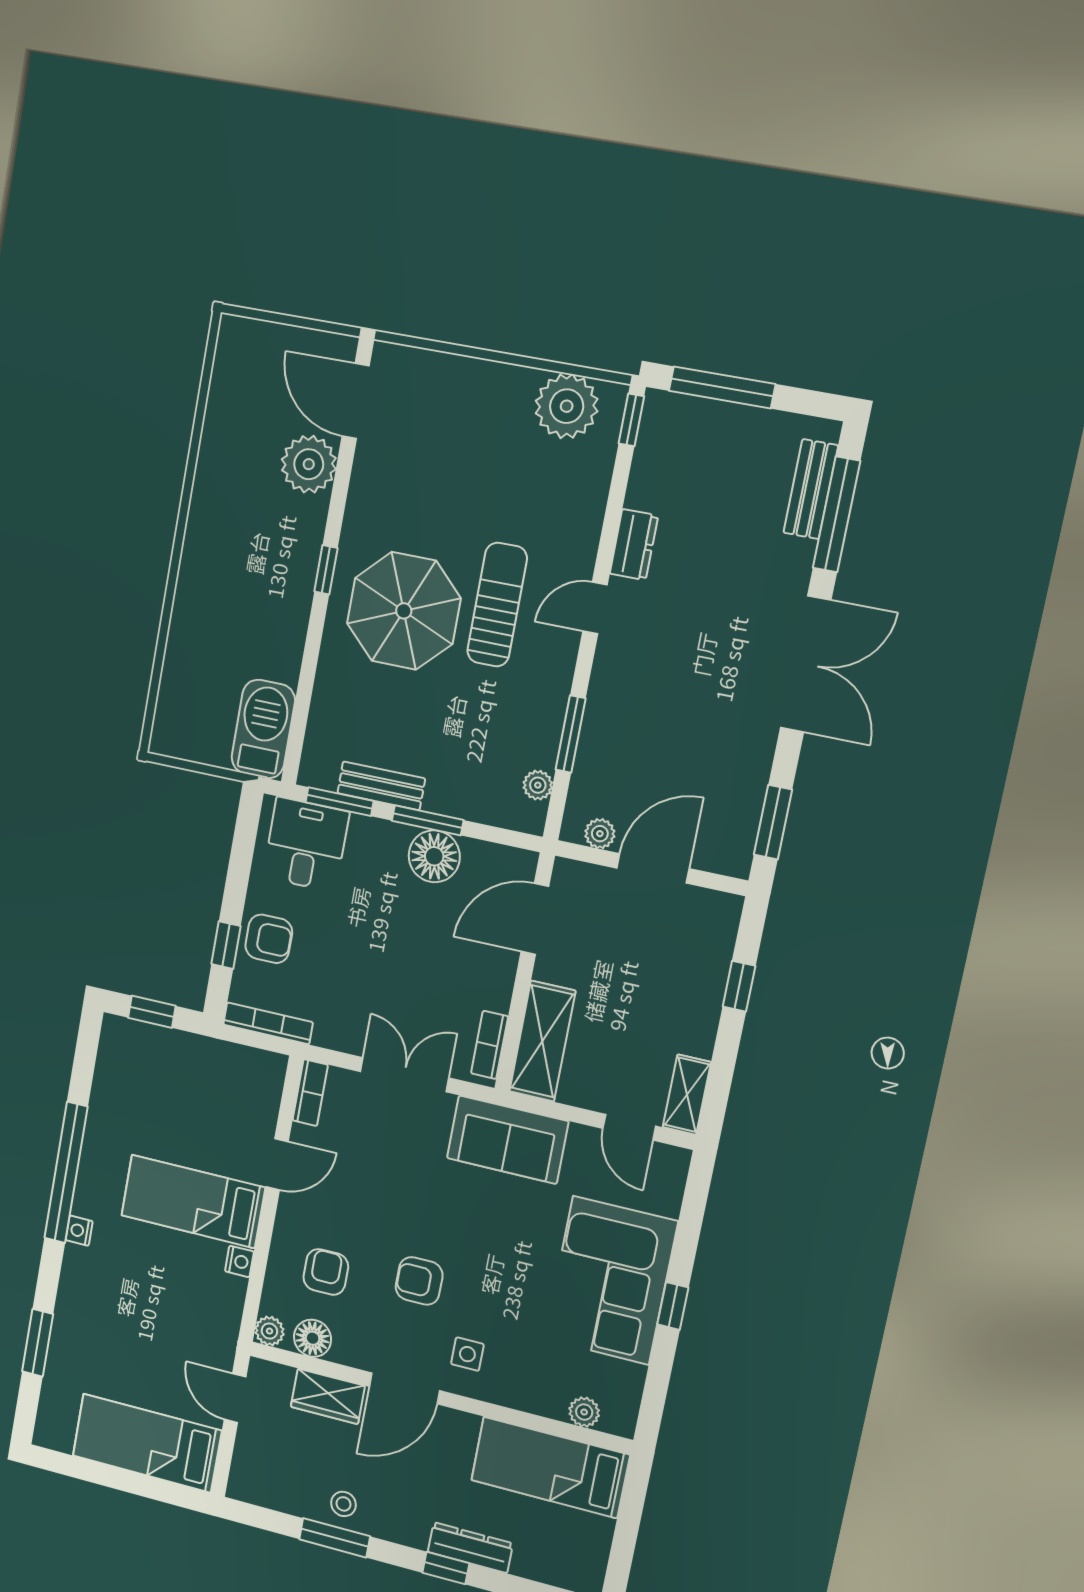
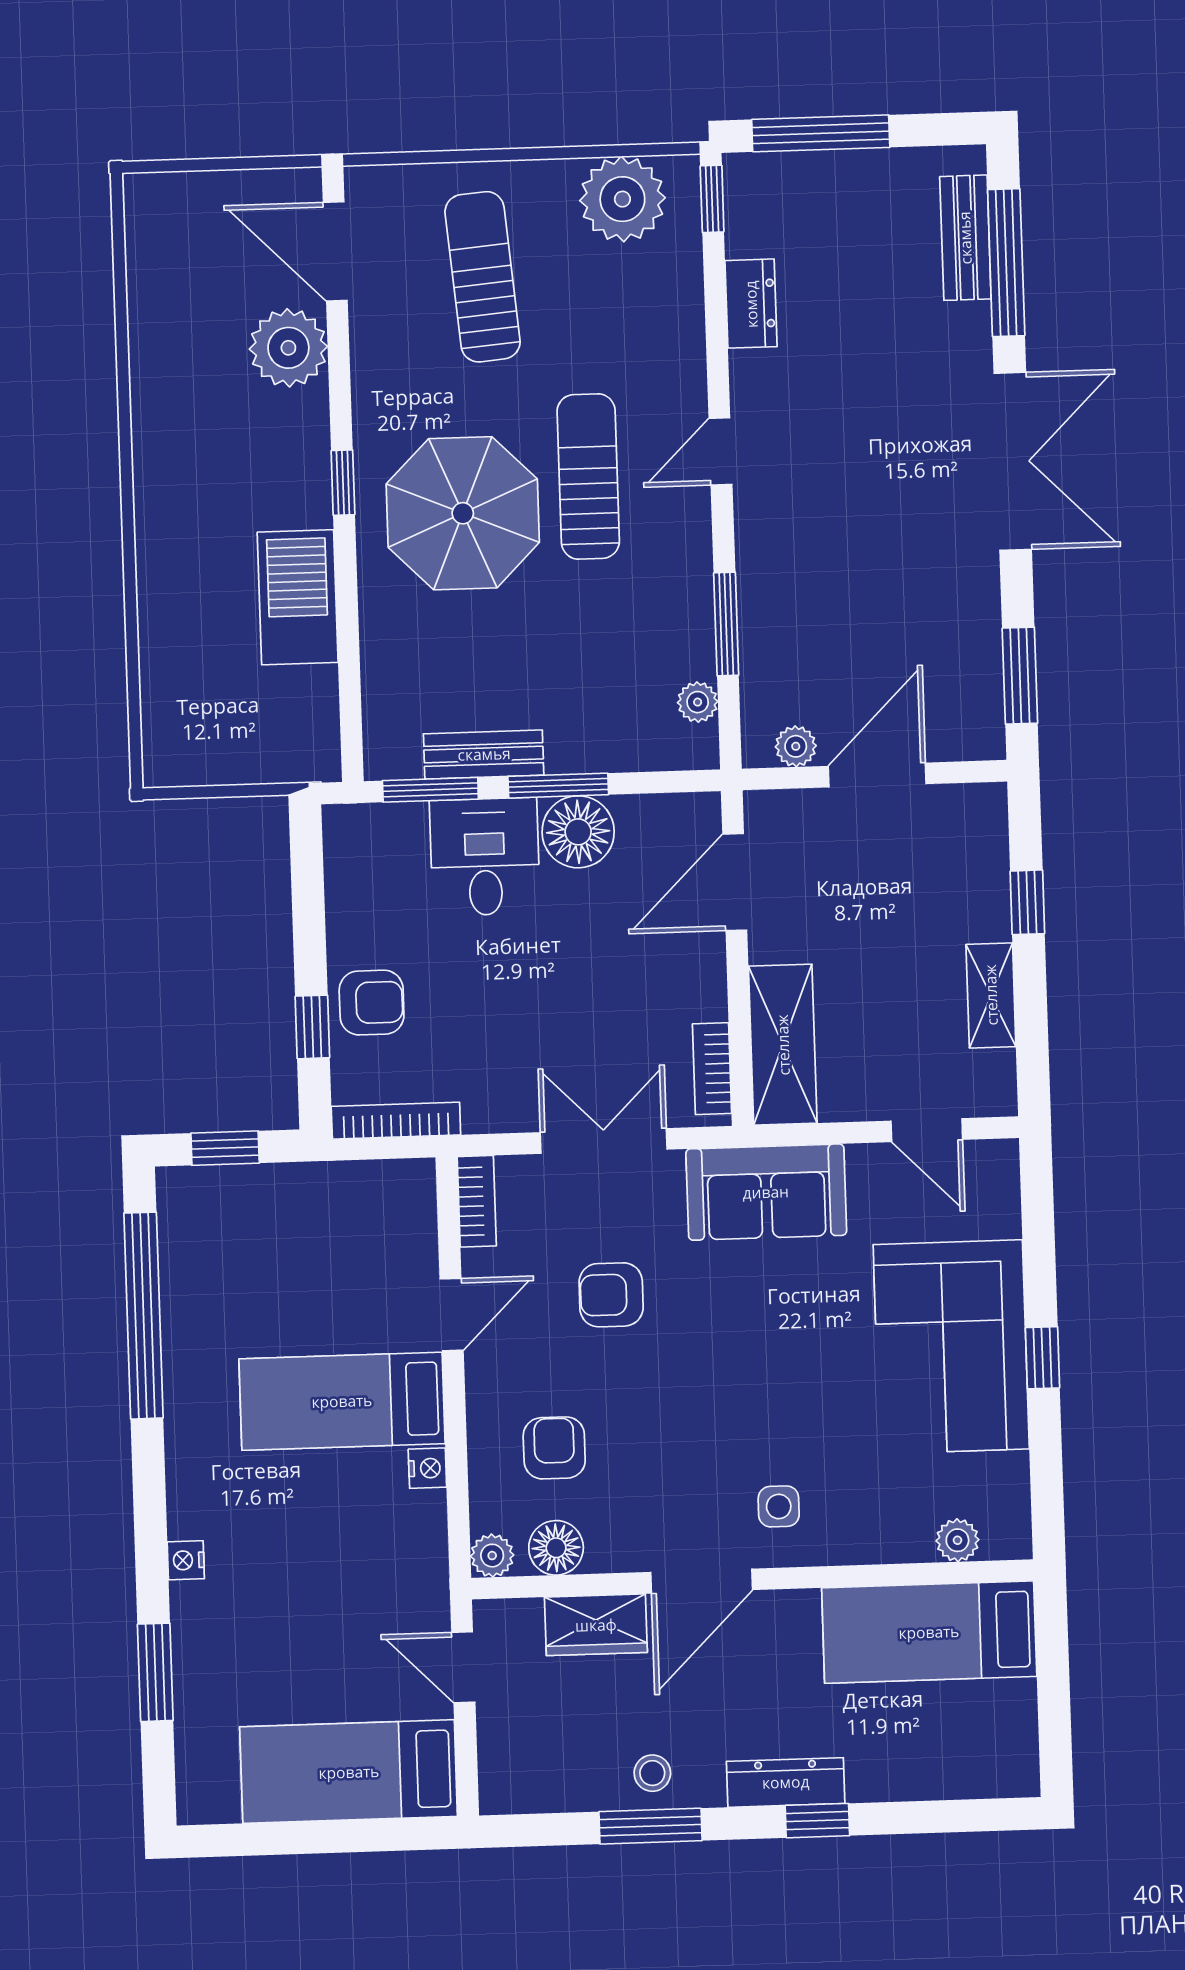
sun lounger: (455, 442) -> (483, 277), added
dresser: (634, 545) -> (751, 304), moved
barbecue: (263, 729) -> (298, 597), moved
desk: (306, 845) -> (485, 857), moved
shelving: (687, 1095) -> (991, 995), moved
window: (66, 1172) -> (143, 1316), moved
nightstand: (79, 1231) -> (186, 1560), moved
armchair: (419, 1281) -> (611, 1295), moved
dresser: (470, 1548) -> (786, 1782), moved

